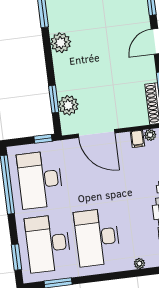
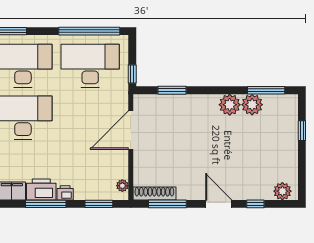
plant: (68, 105) -> (252, 105), moved
filing cabinet: (137, 139) -> (120, 172), removed

